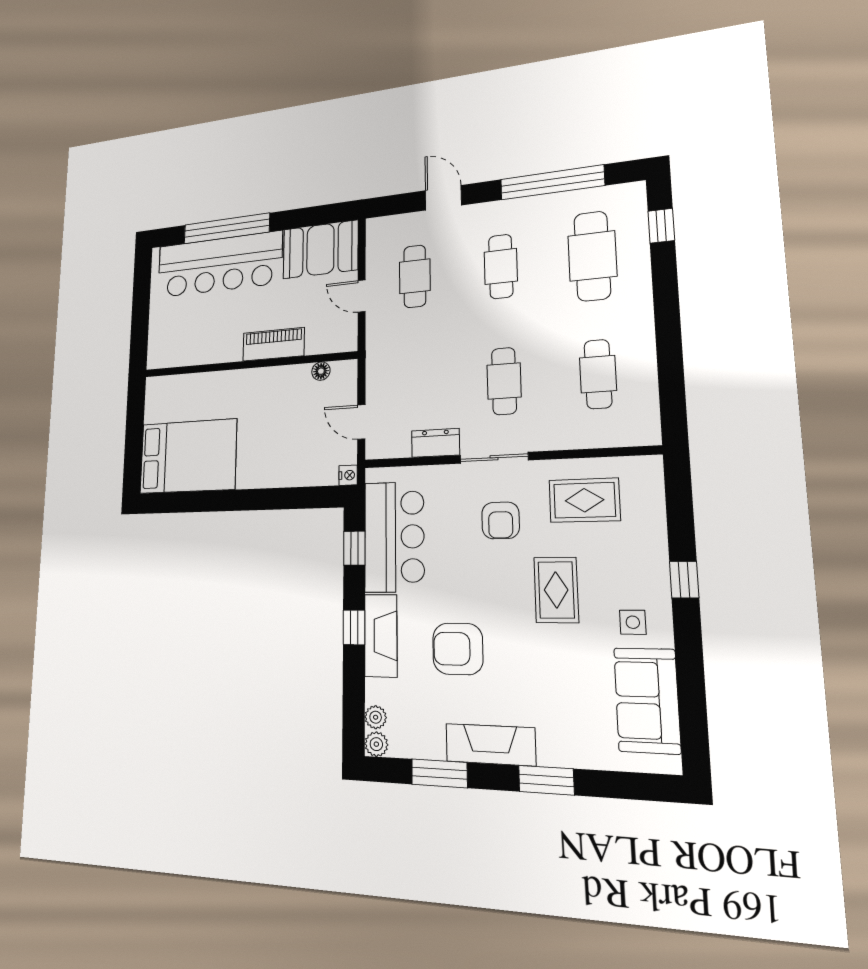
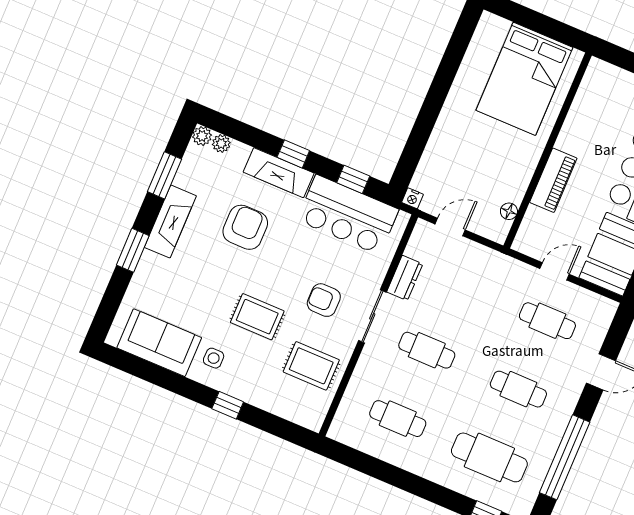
bed: (188, 456) -> (524, 79), moved
rug: (584, 500) -> (311, 366), turned 90

